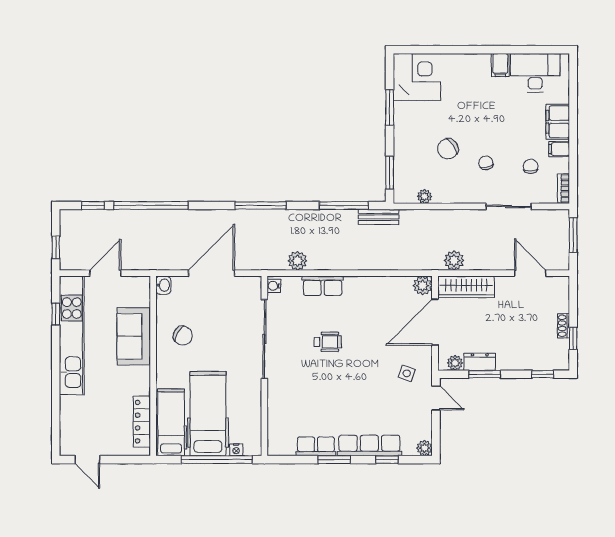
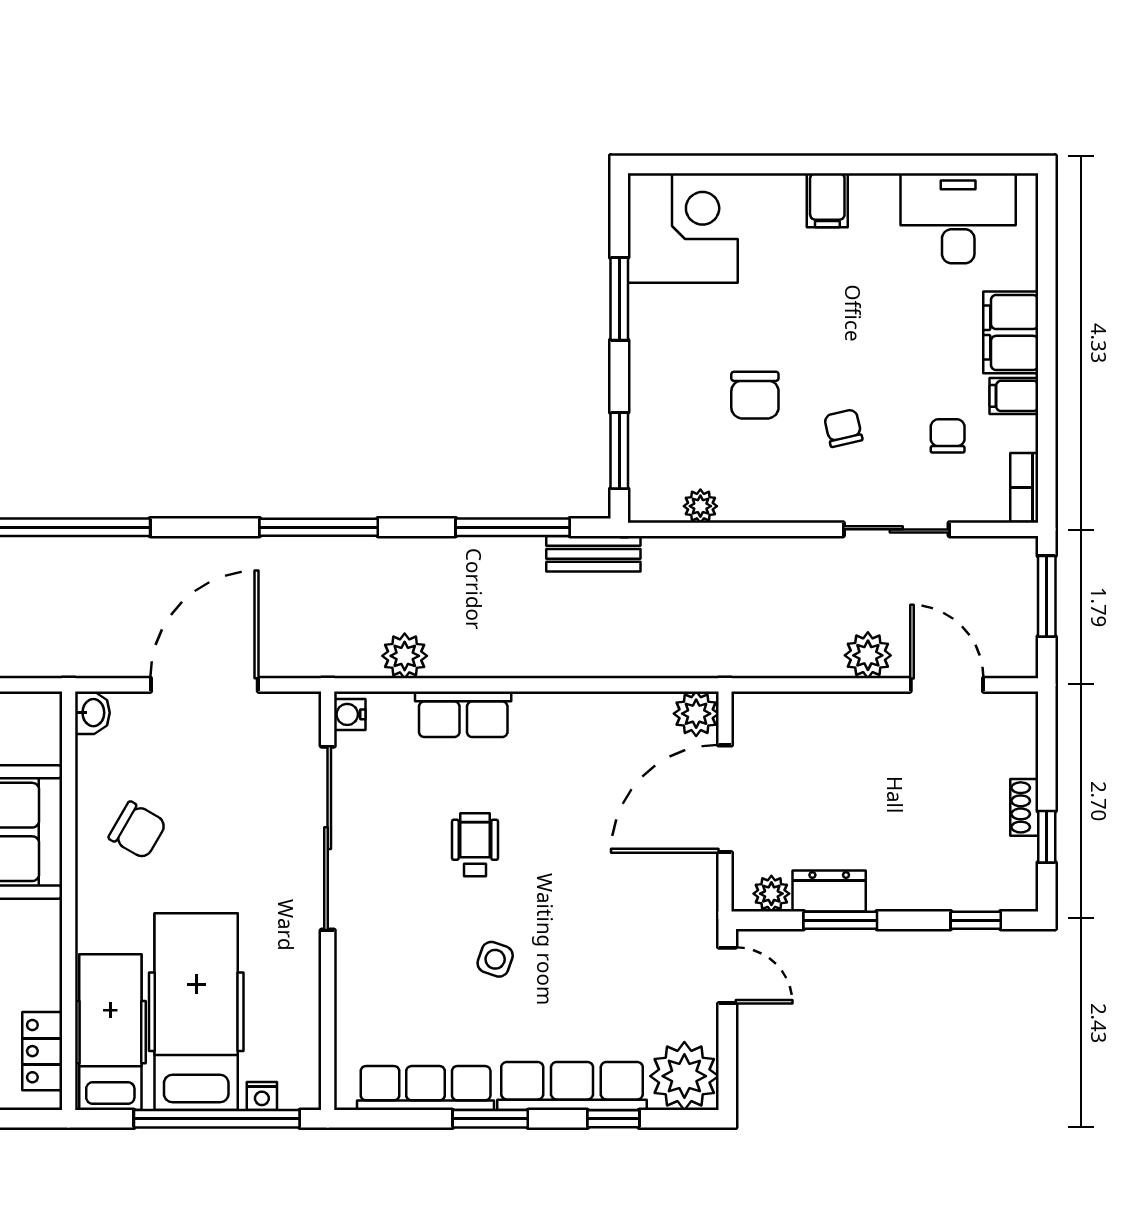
filing cabinet: (500, 65) -> (827, 200), moved
chair: (448, 149) -> (755, 395), turned -56
plant: (454, 260) -> (868, 655), moved
wardrobe: (466, 287) -> (797, 717), removed
wheelchair: (328, 342) -> (475, 845), turned -90
side table: (407, 373) -> (495, 959), moved
locker: (142, 422) -> (42, 1051), width x0.66
row of seats: (316, 446) -> (426, 1088), width x1.48
plant: (424, 448) -> (684, 1076), width x1.87, depth x1.87

